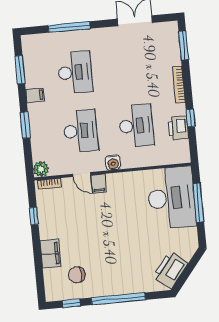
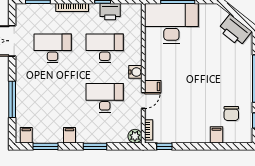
filing cabinet: (30, 47) -> (26, 135), added
desk: (75, 72) -> (53, 48), moved
window: (34, 216) -> (164, 146), moved
filing cabinet: (50, 254) -> (217, 135), width x0.50

